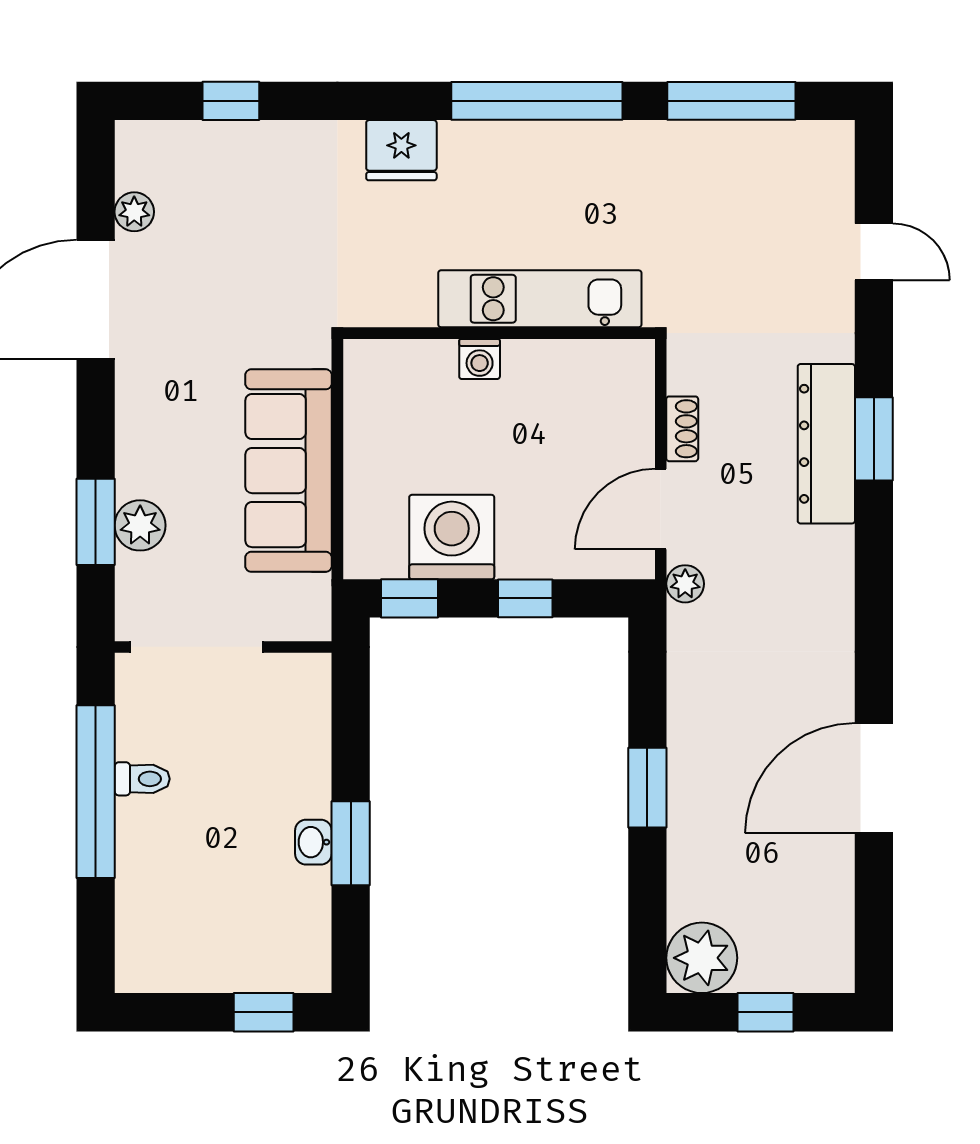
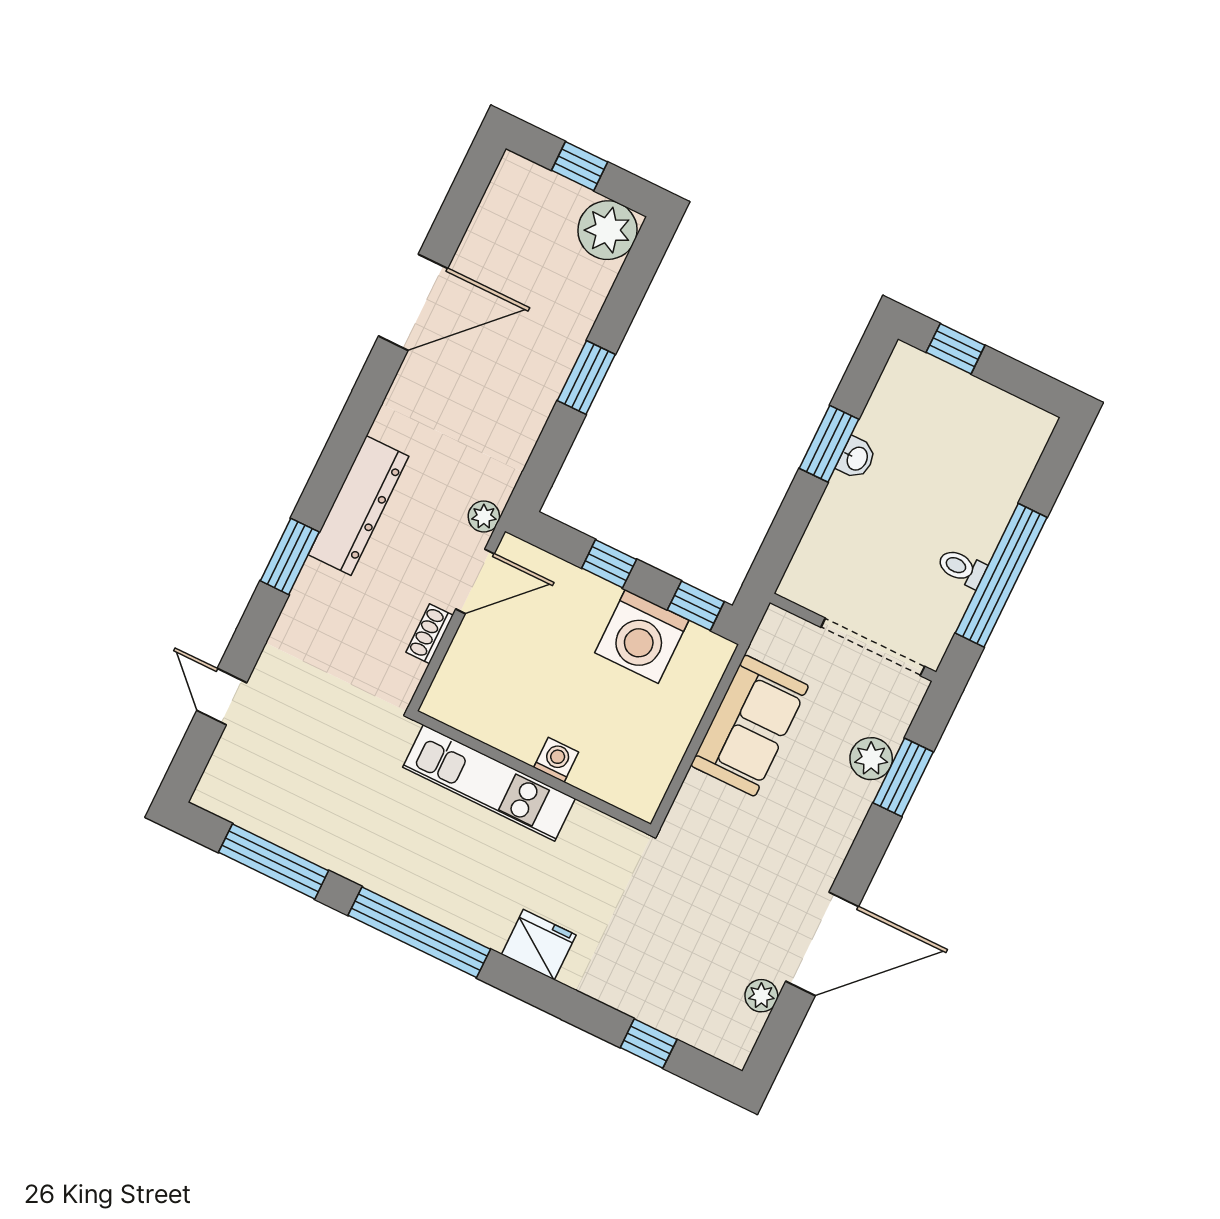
dresser: (826, 444) -> (359, 505), moved
sofa: (289, 471) -> (750, 726), width x0.73

